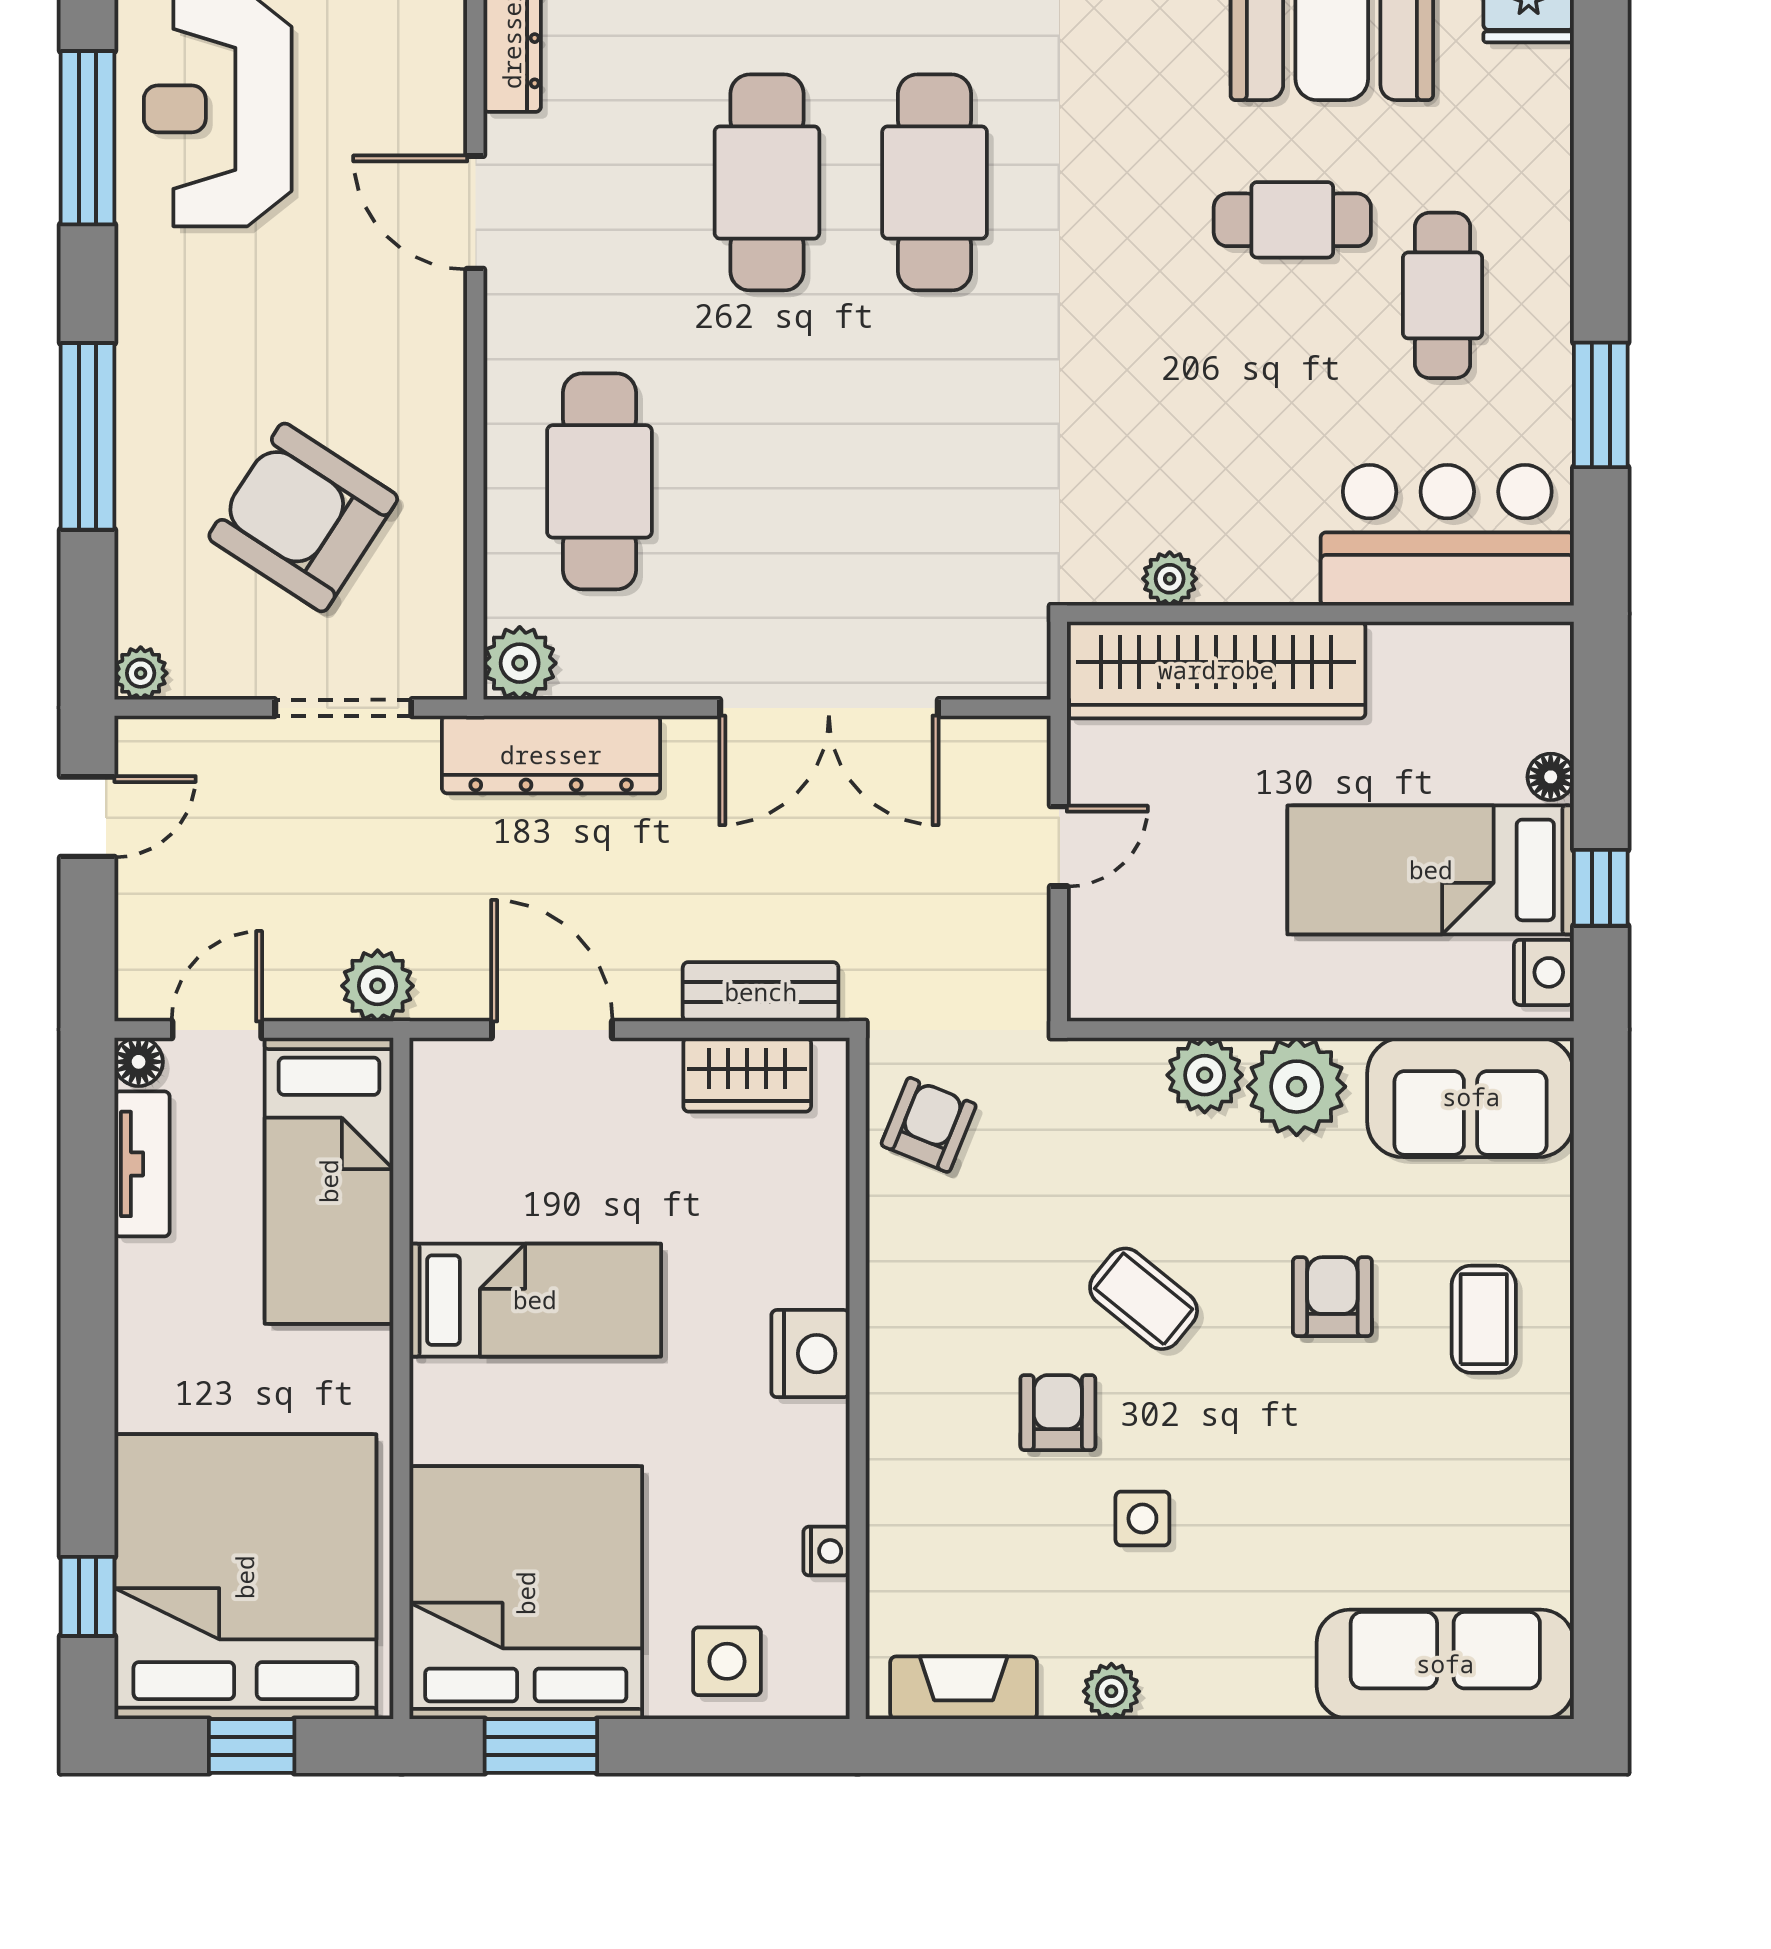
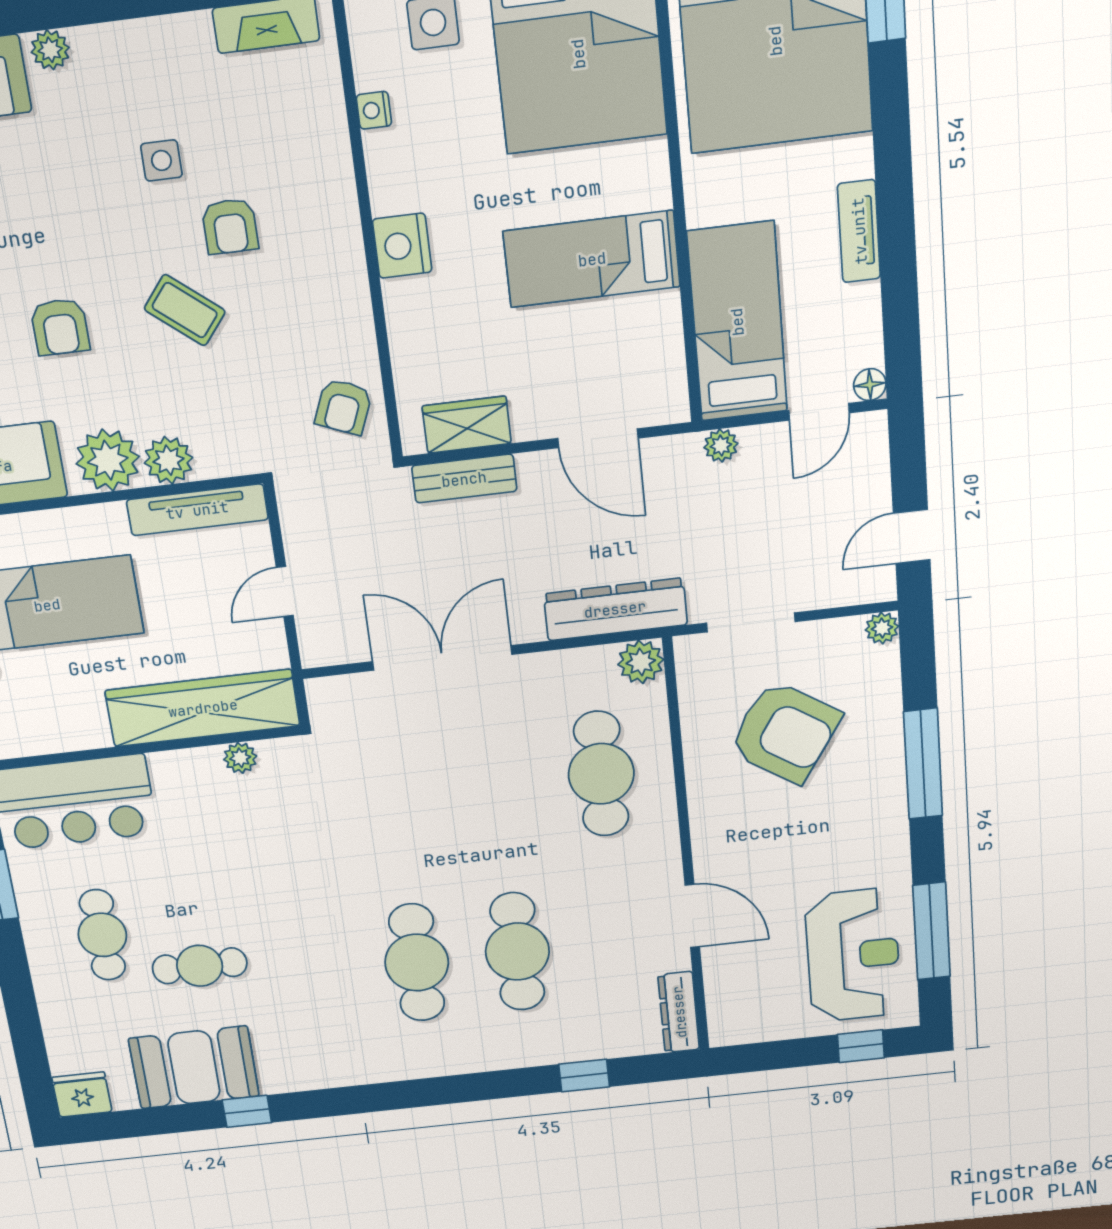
plant: (378, 986) -> (721, 446), width x0.73, depth x0.73
tv unit: (1173, 993) -> (197, 510), added
tv unit: (142, 1164) -> (859, 231), moved
plant: (1111, 1691) -> (50, 50), moved

